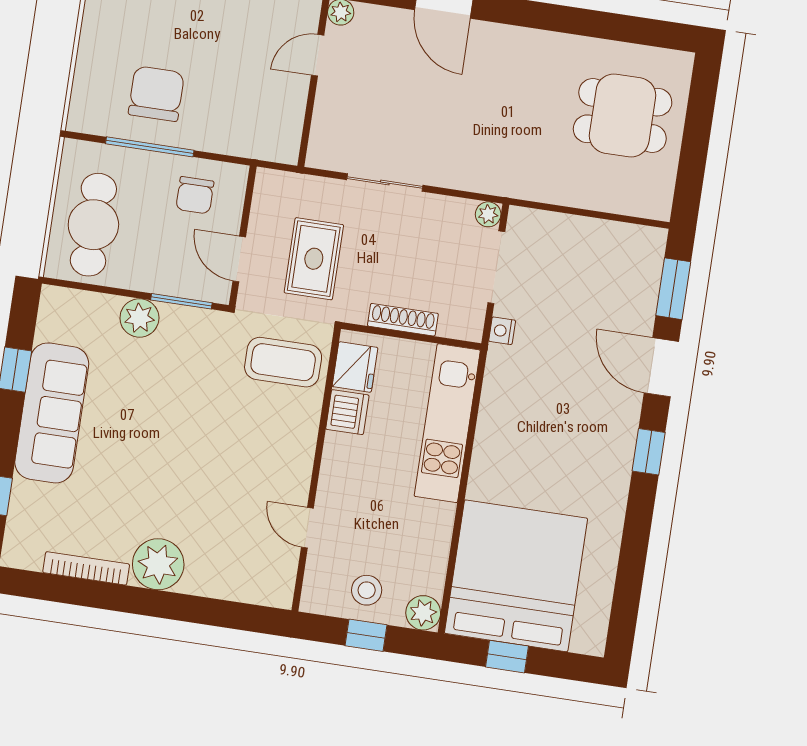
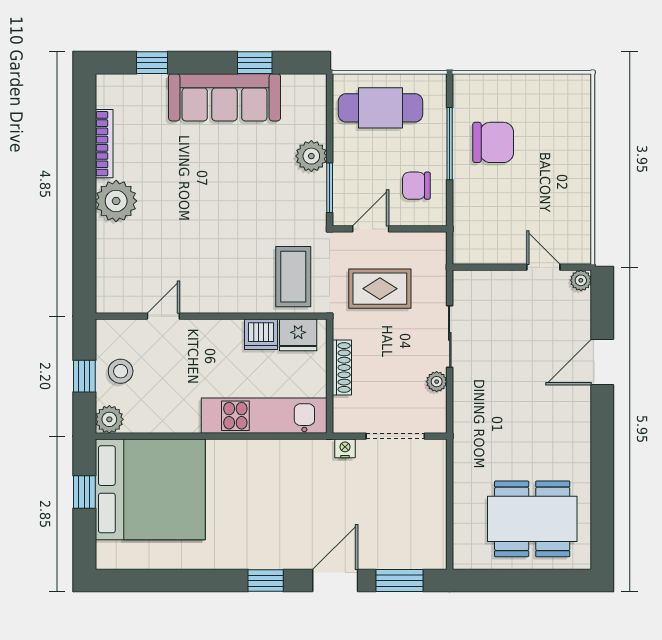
dining table: (623, 115) -> (532, 519), width x1.38
plant: (488, 214) -> (437, 382), moved

